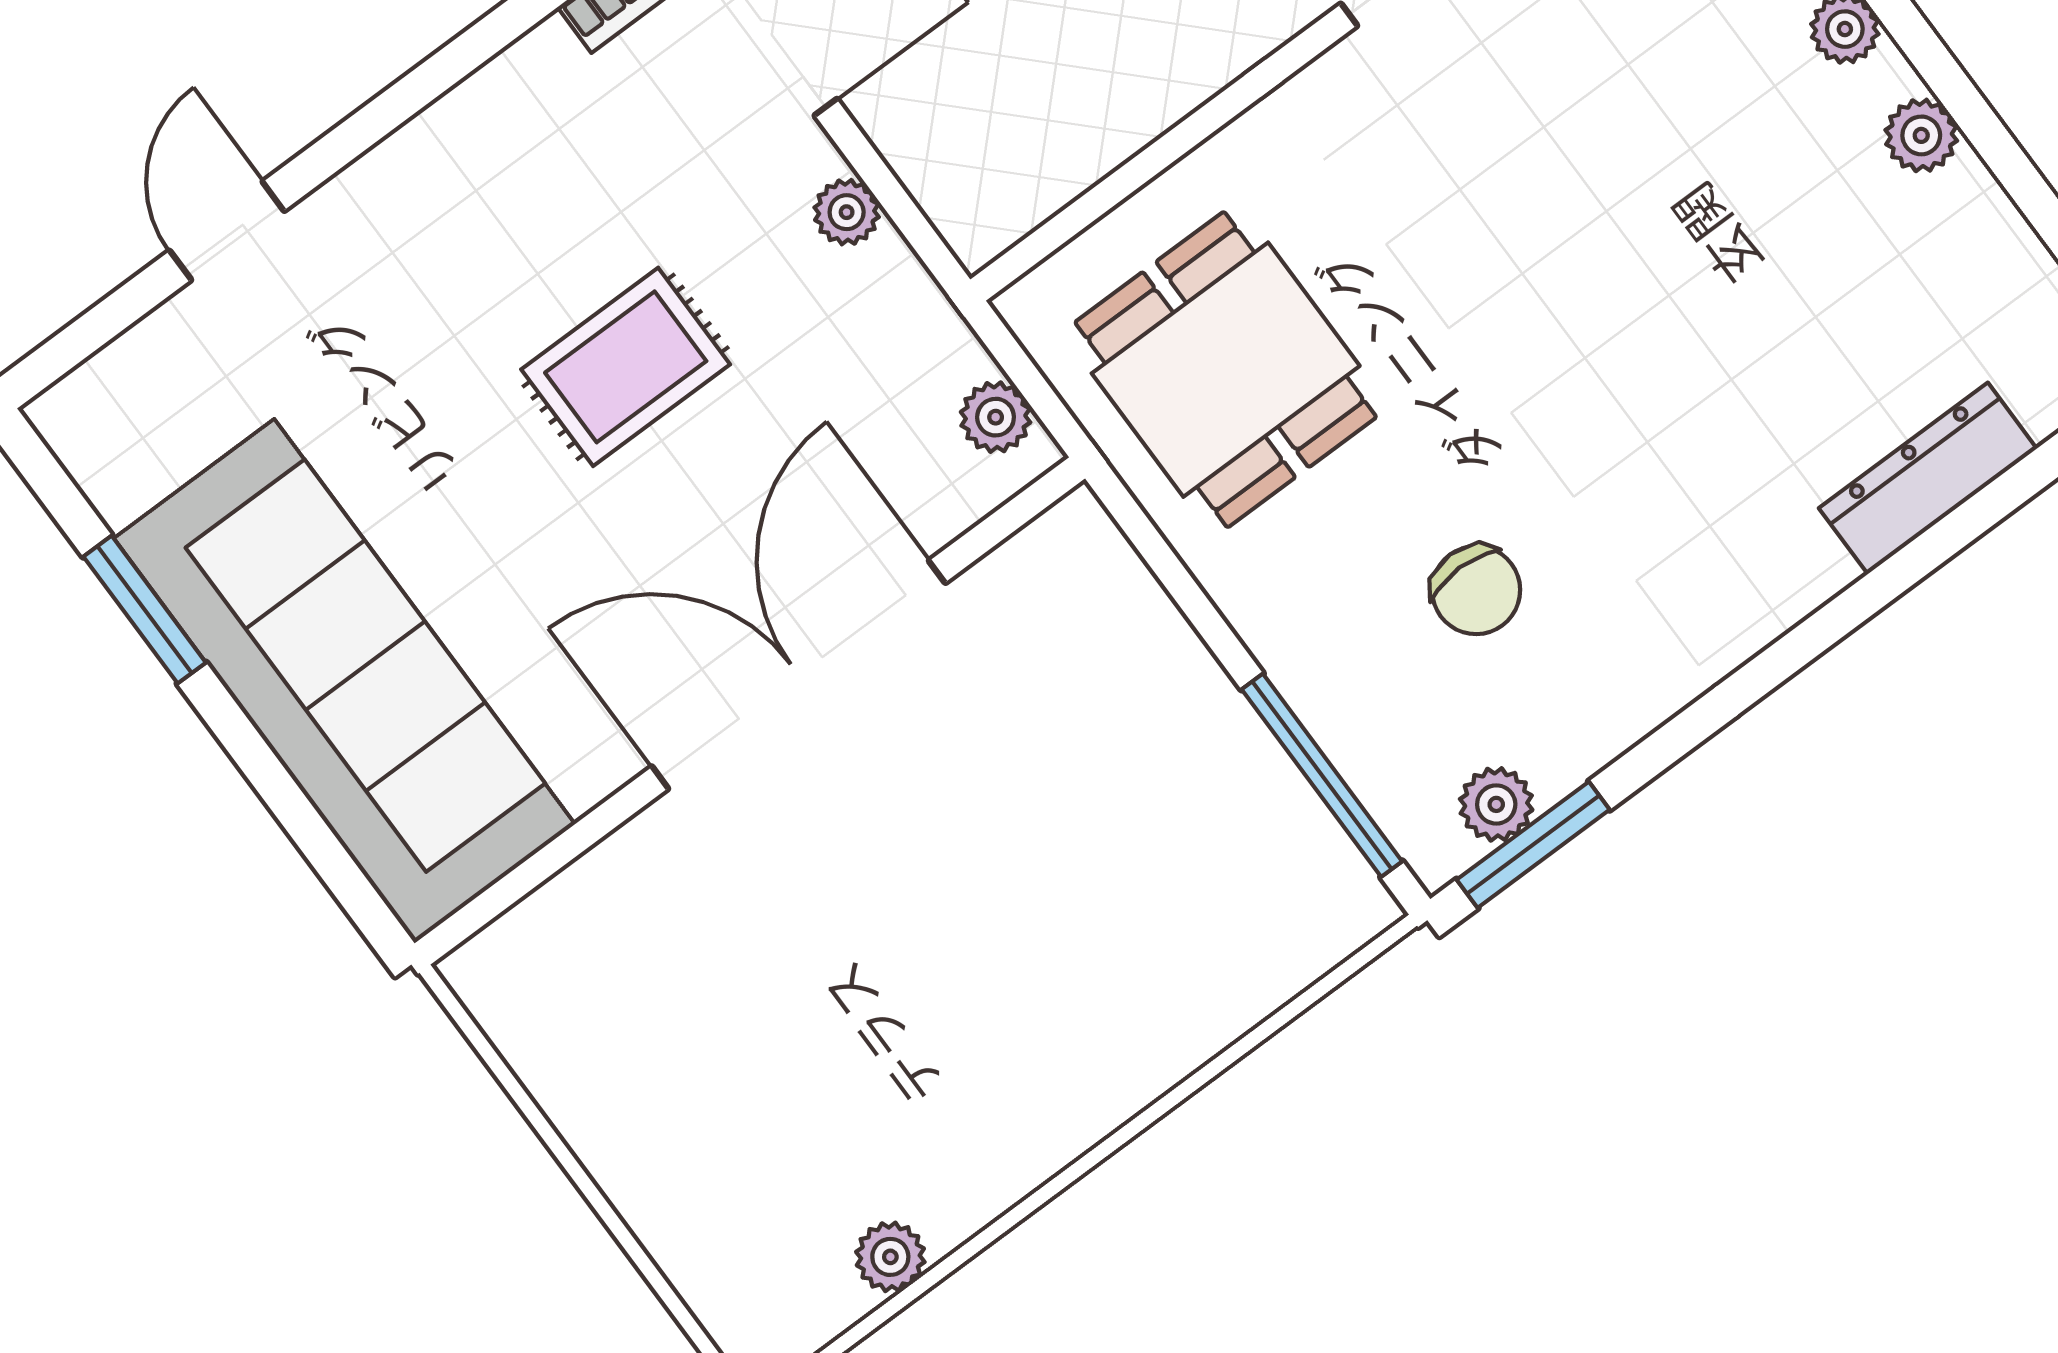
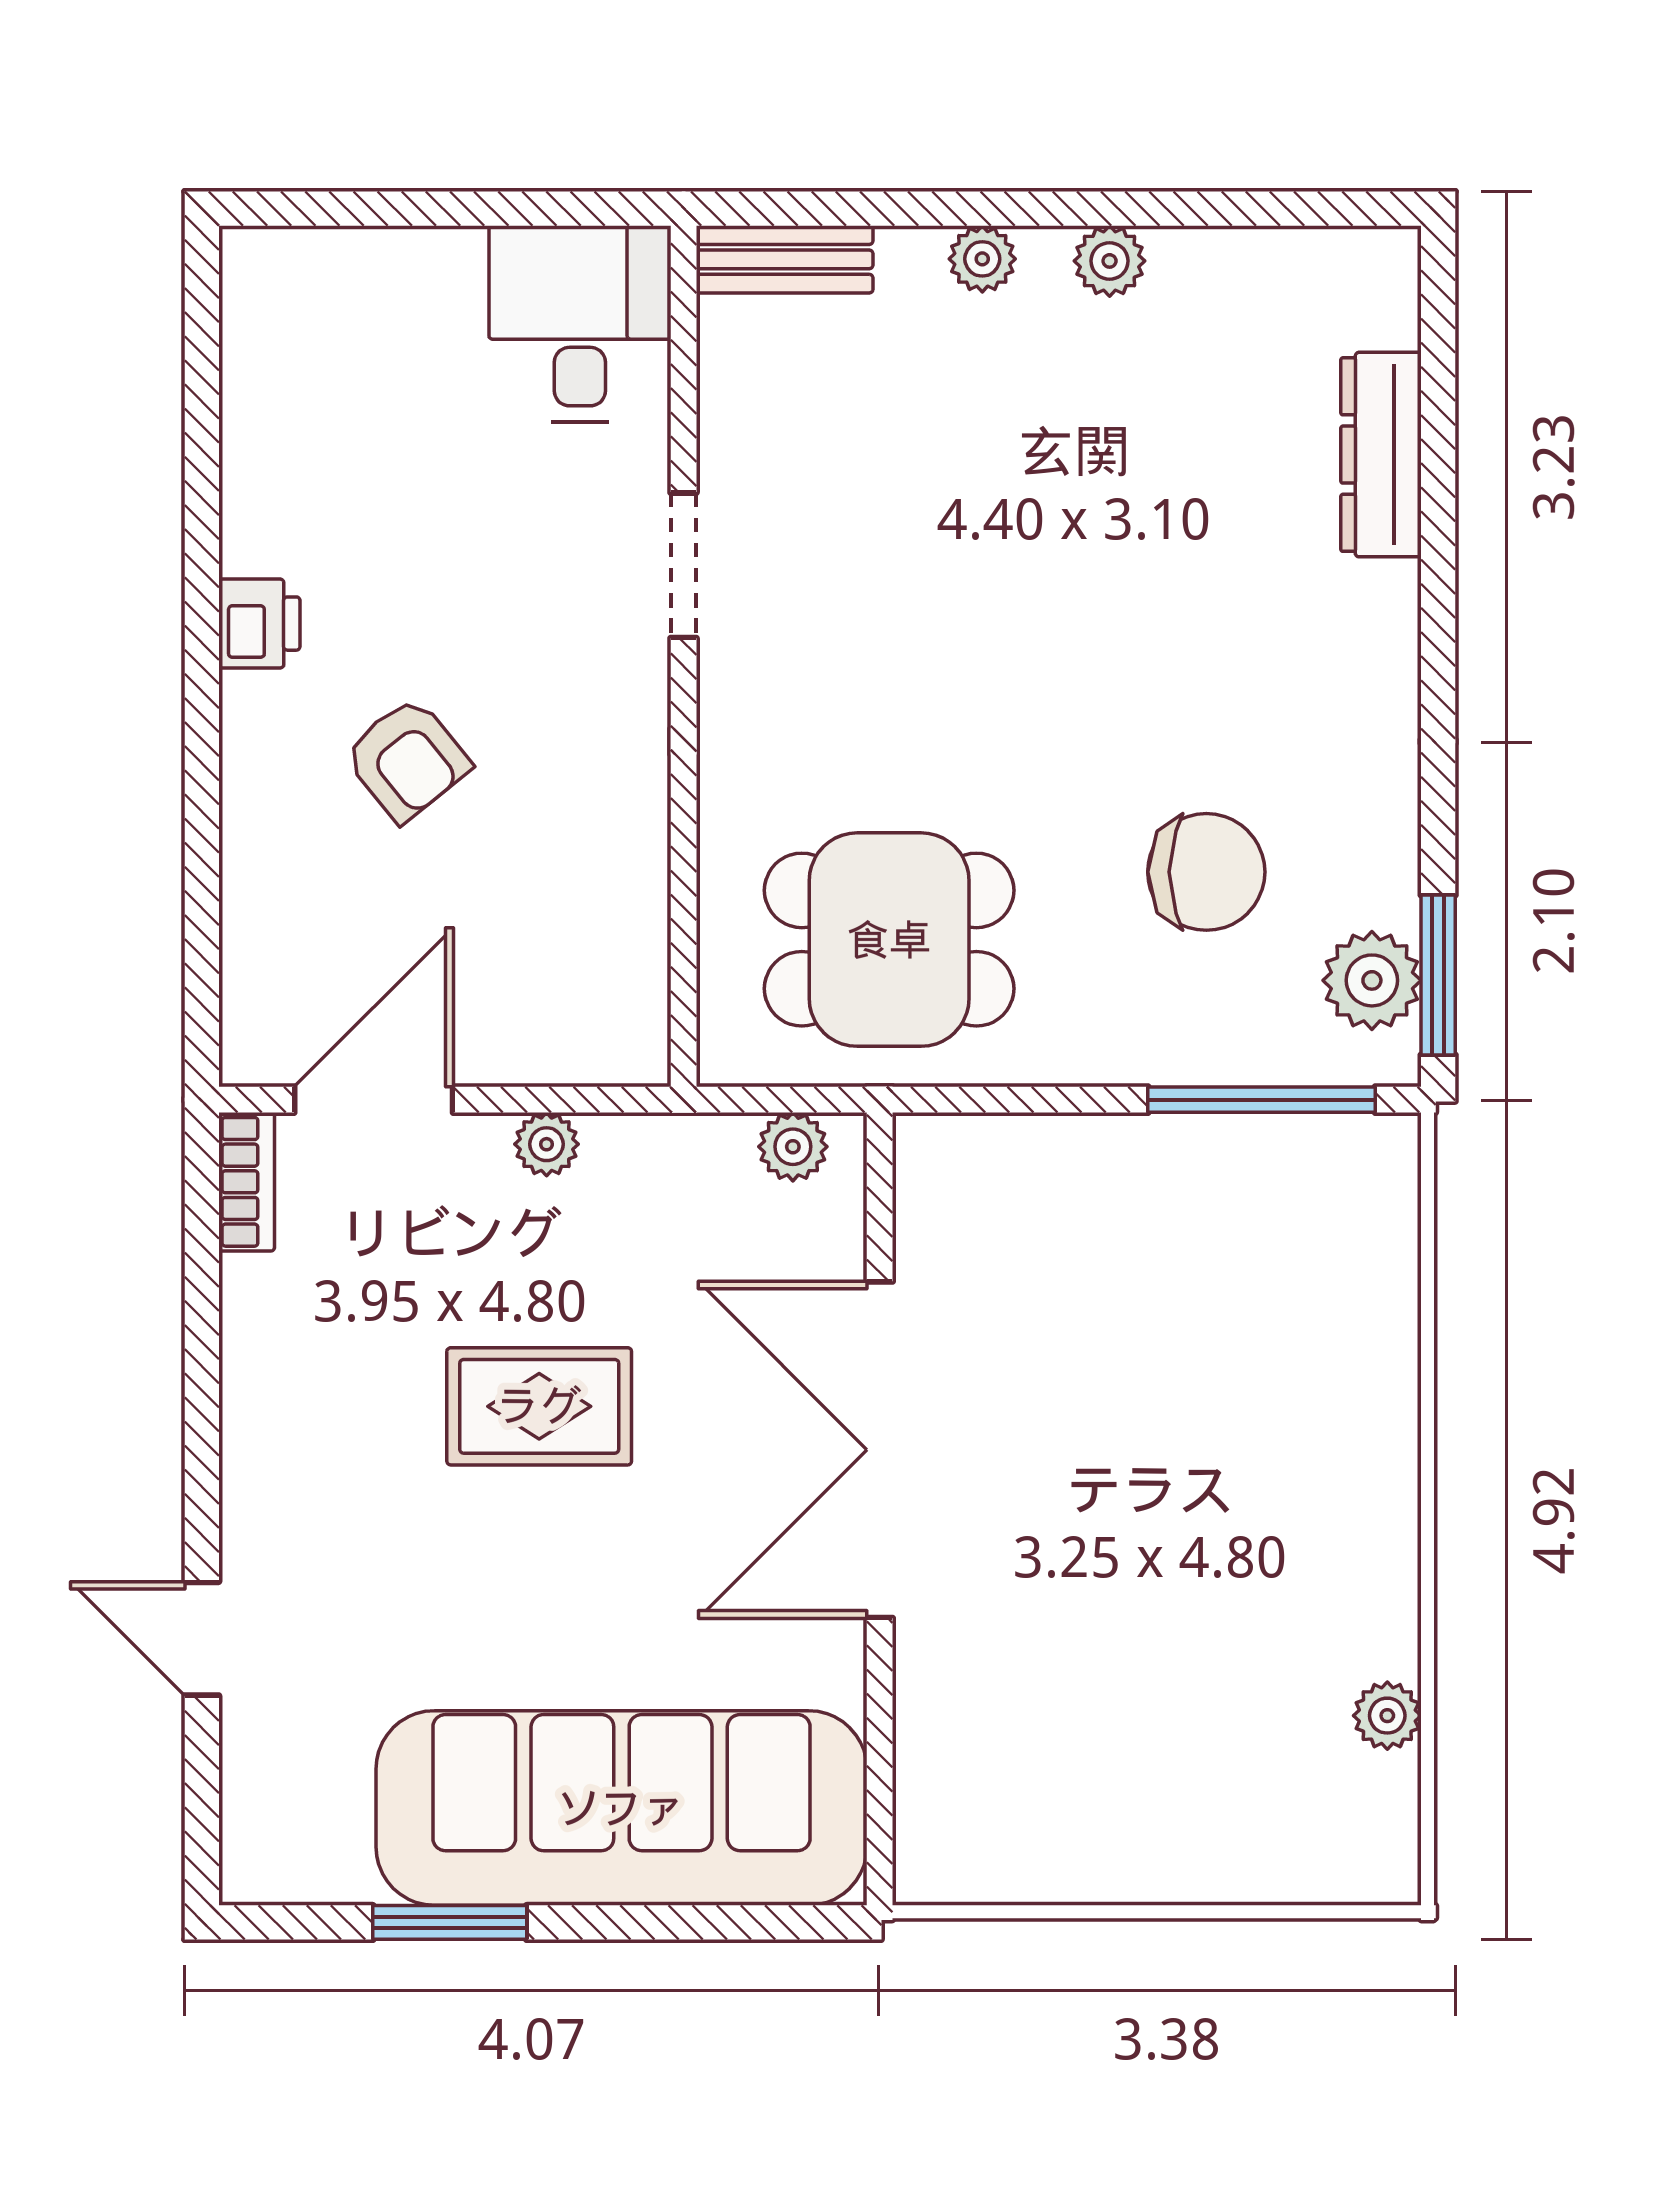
rug: (626, 367) -> (539, 1406), turned 90
chair: (1476, 590) -> (1206, 872), width x1.37, depth x1.37
plant: (1496, 804) -> (1372, 980), width x1.38, depth x1.38

